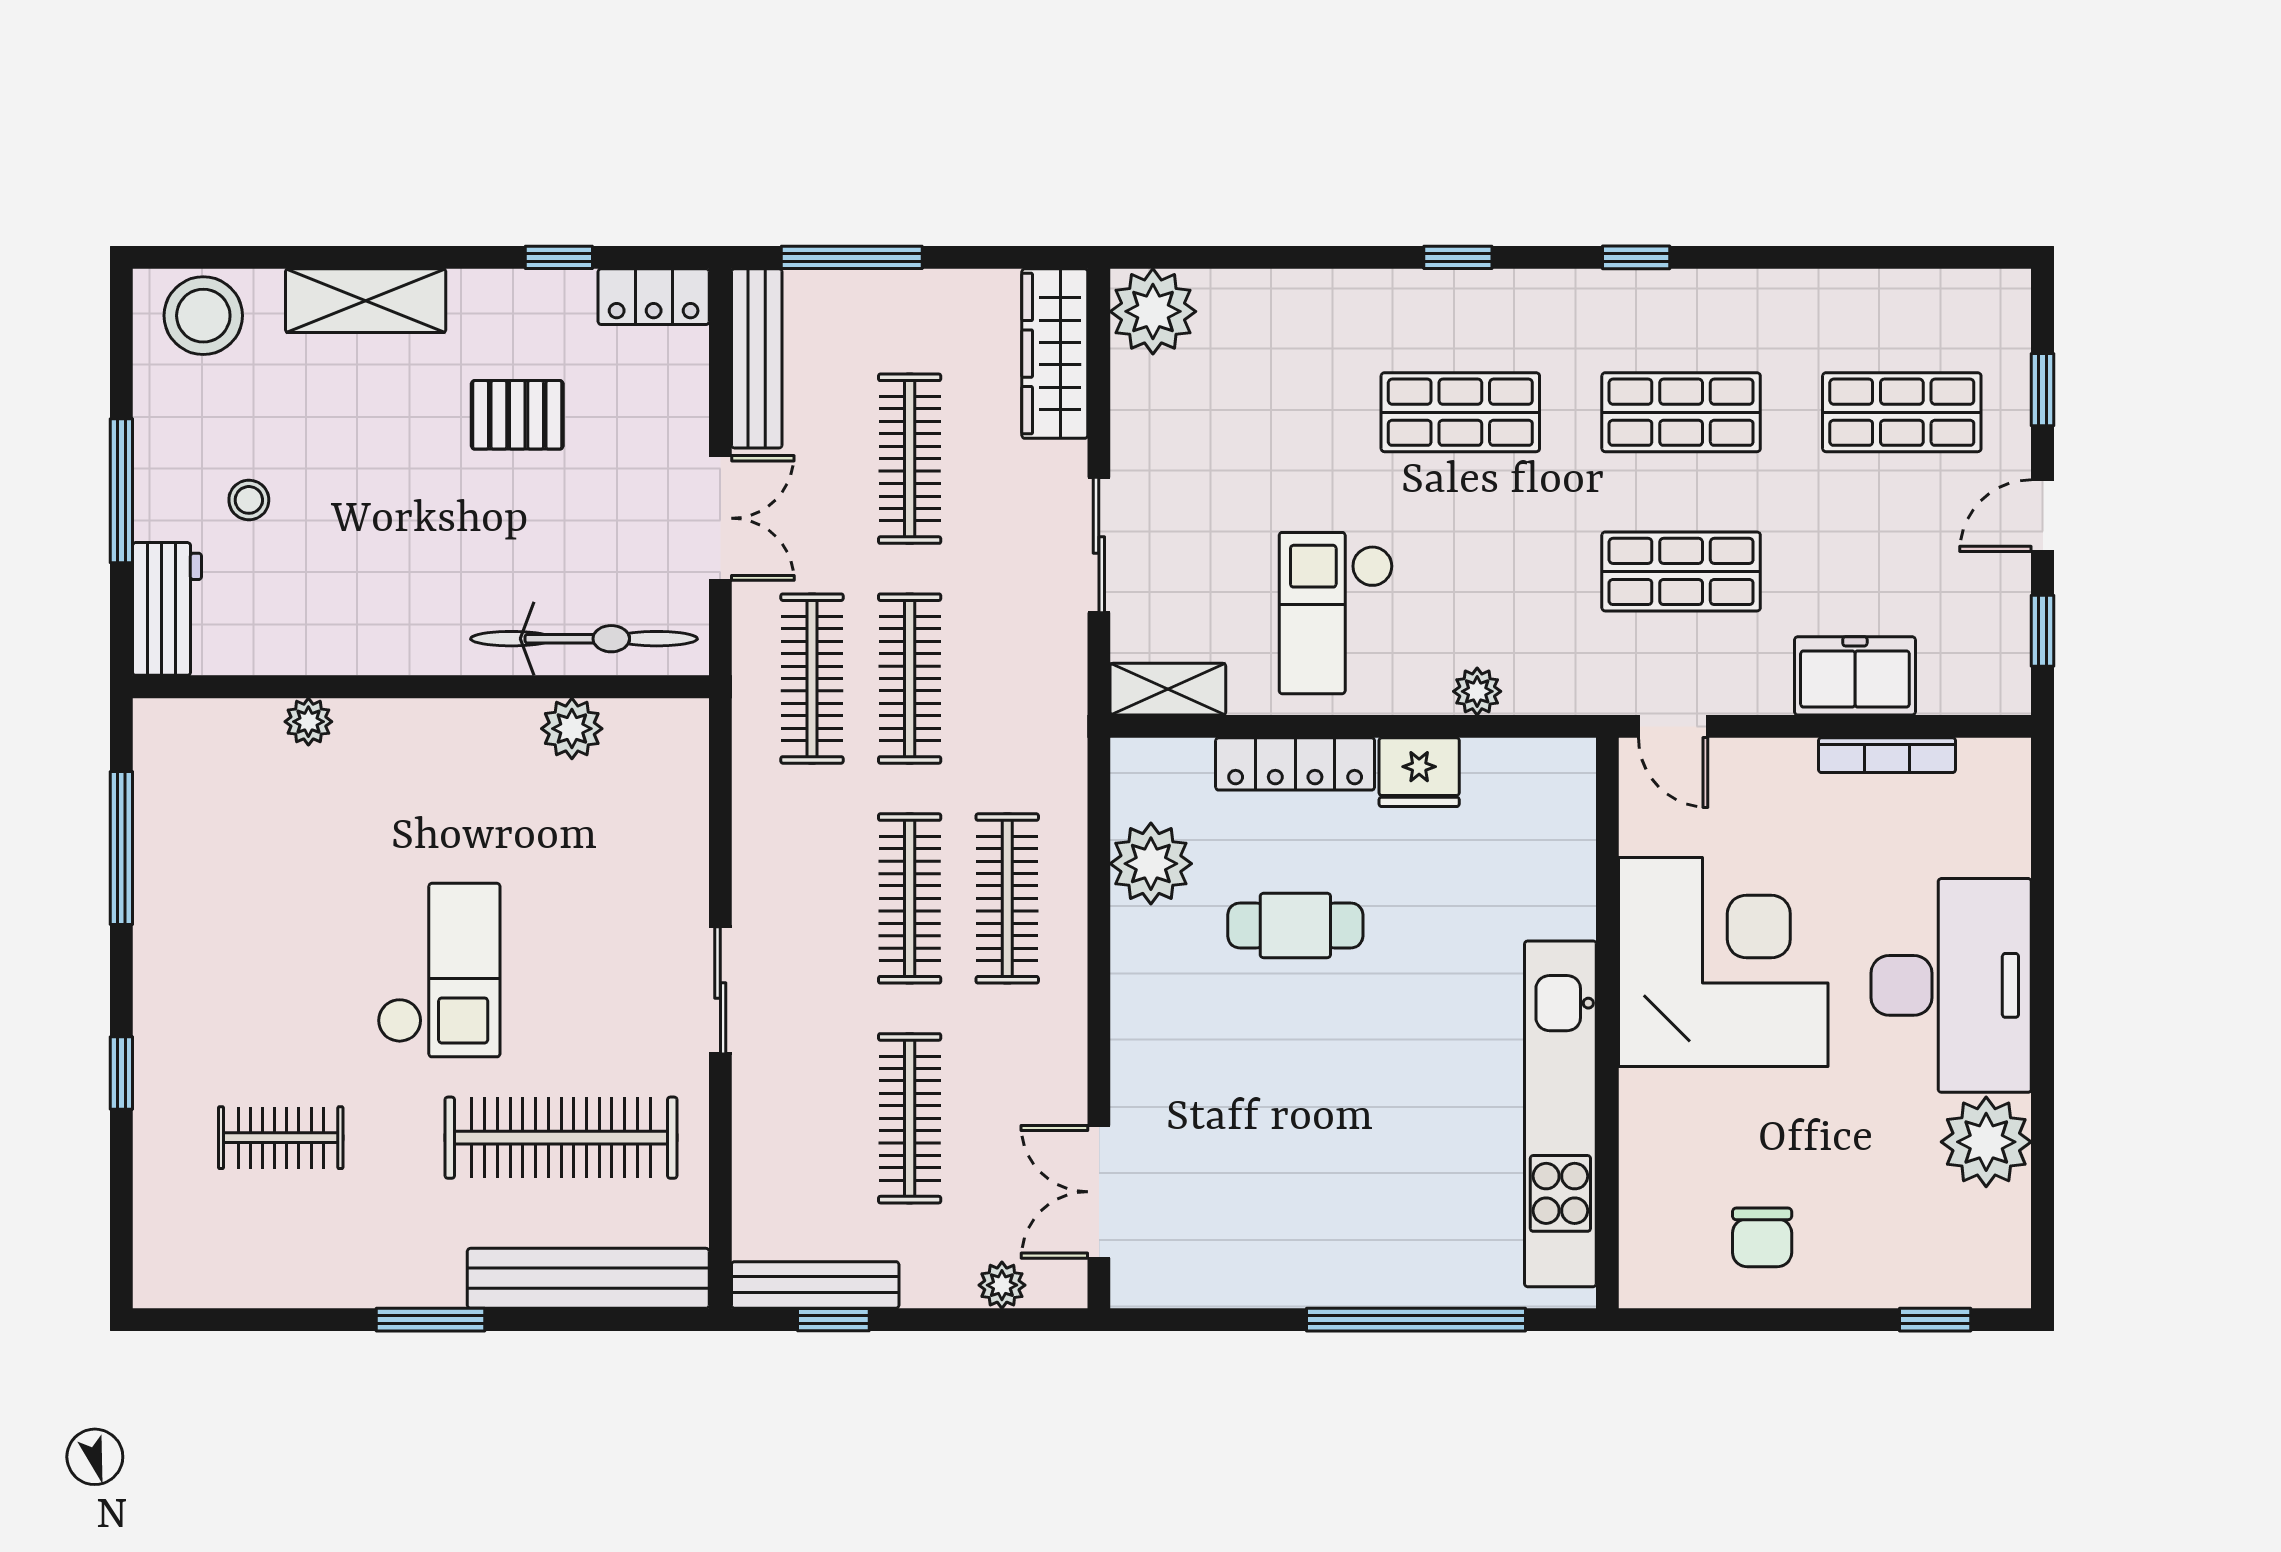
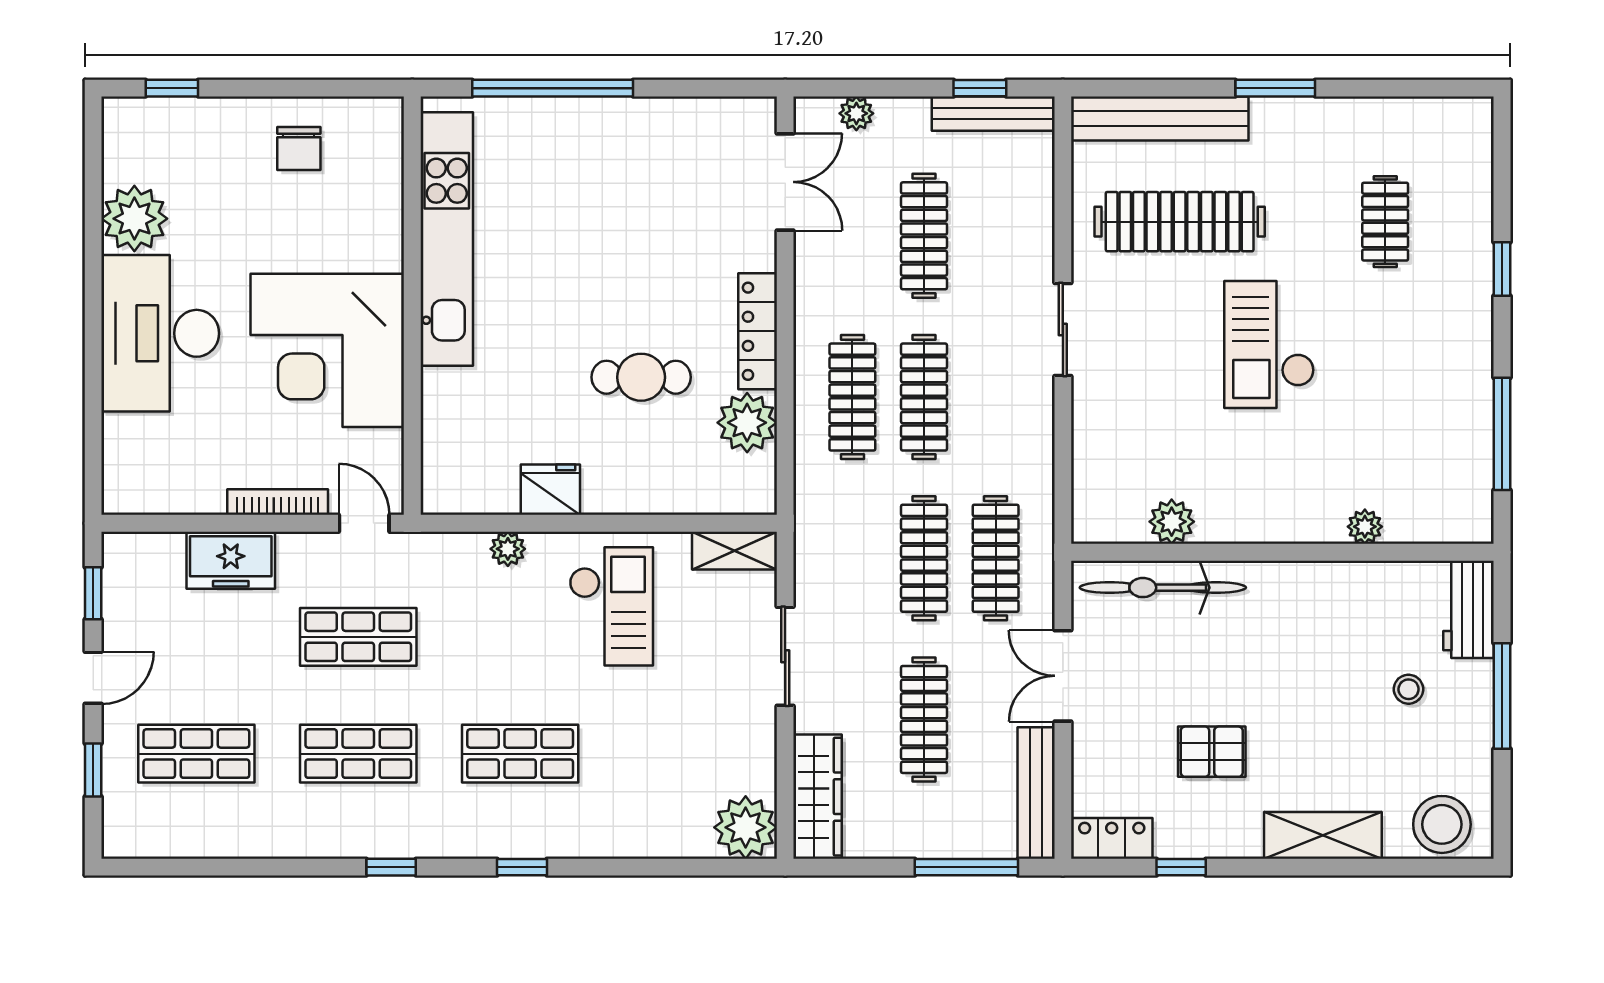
bookcase: (1887, 755) -> (278, 502), moved
locker: (1295, 764) -> (758, 331), moved, turned -90
clothes rail: (281, 1138) -> (1385, 222), turned 90
chair: (1762, 1237) -> (299, 148), turned 180

